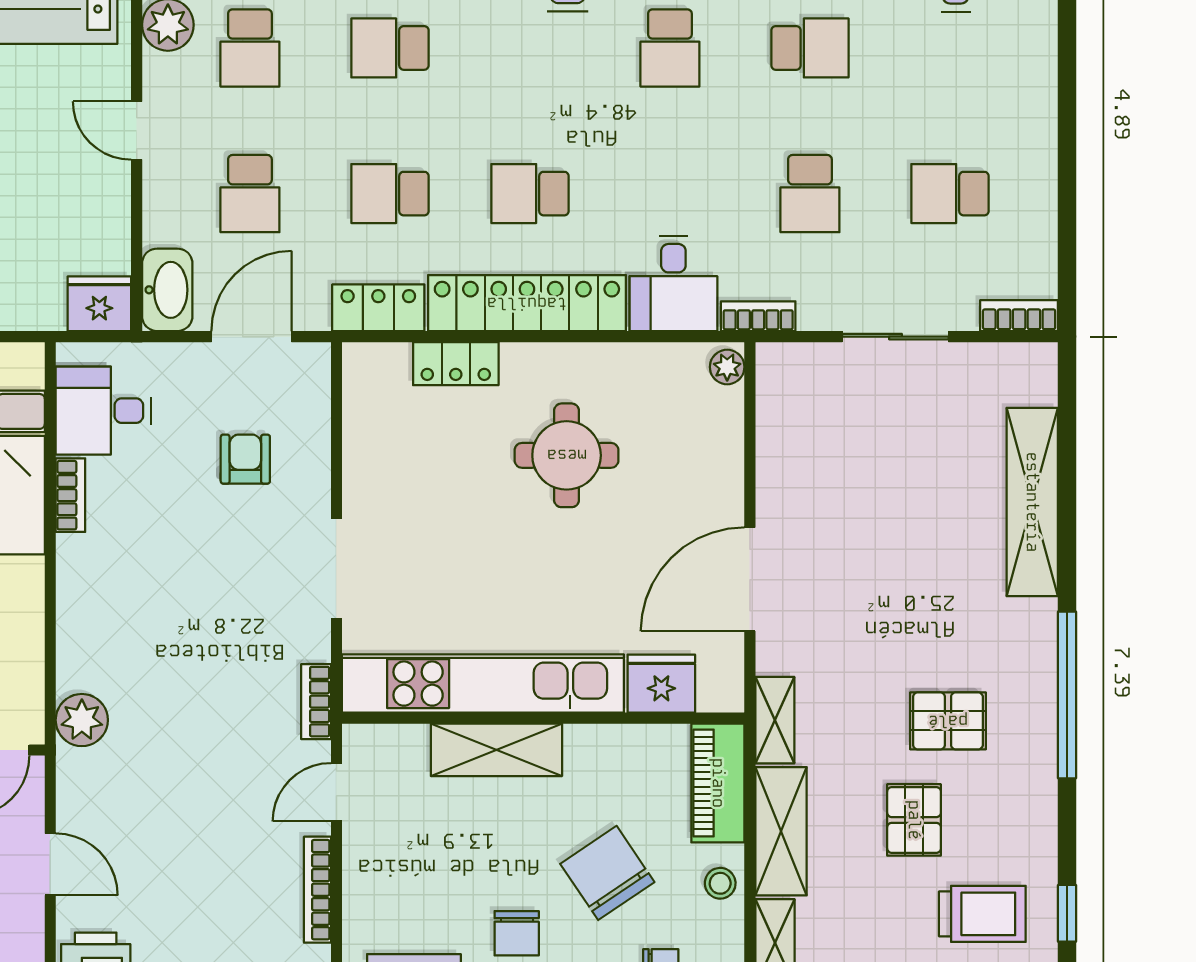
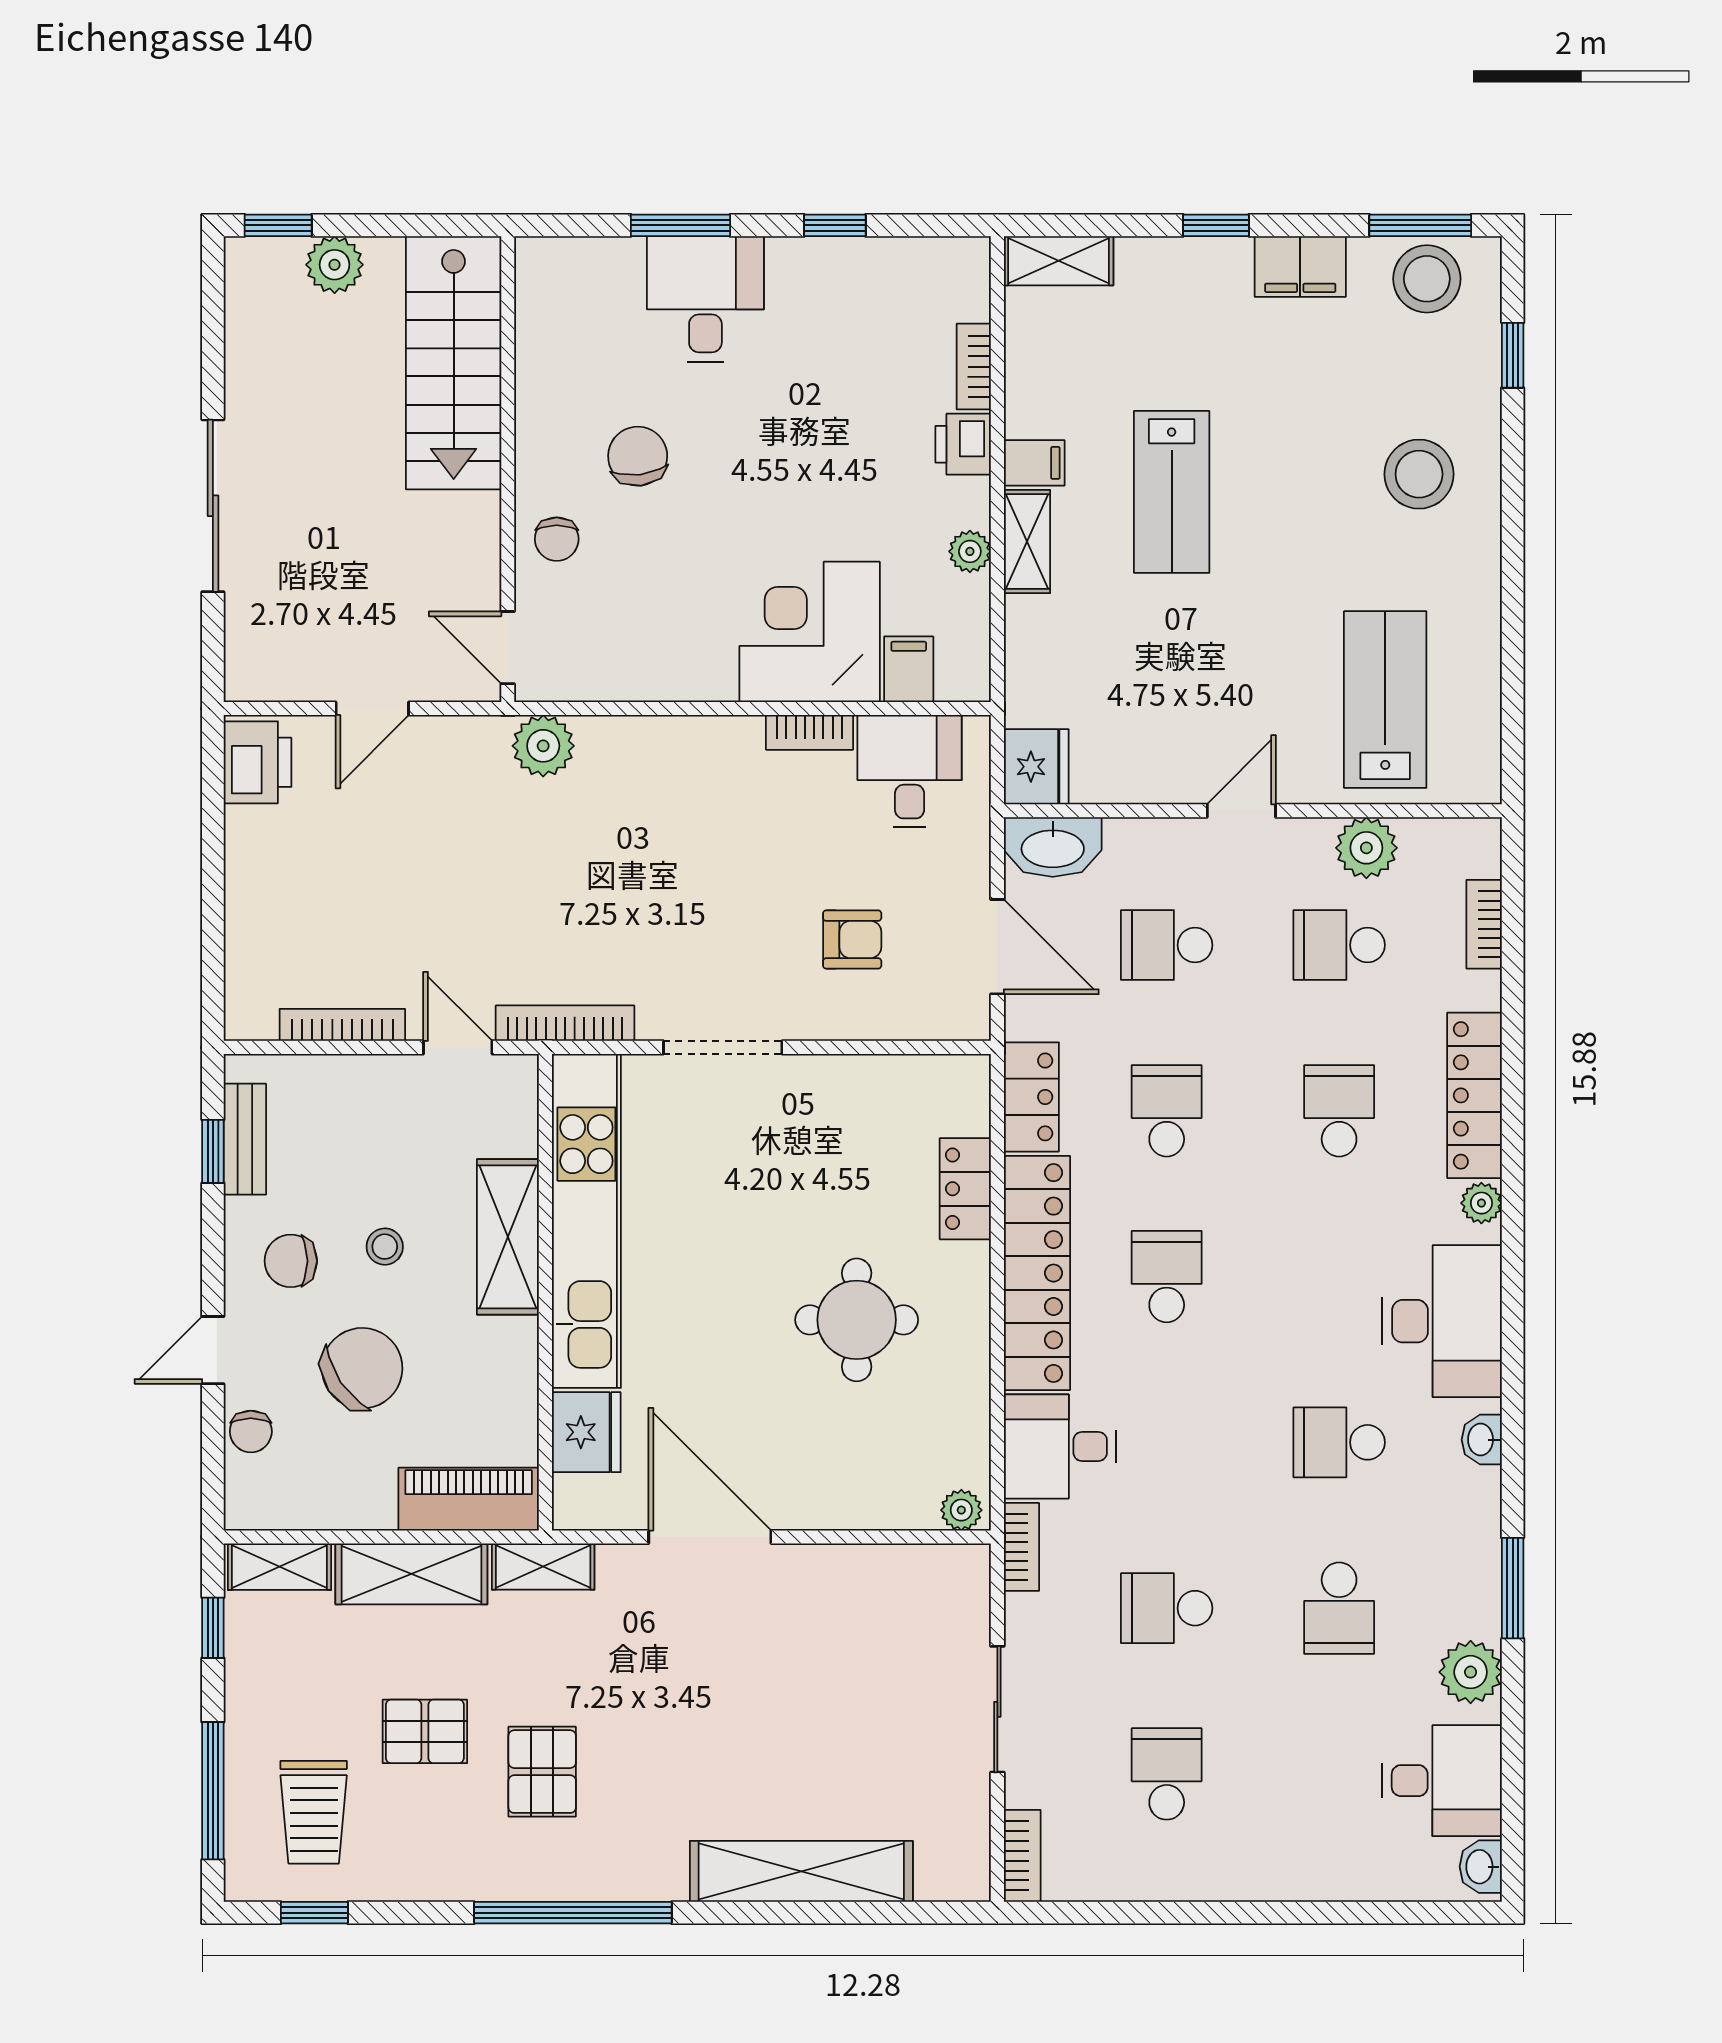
bookcase: (316, 702) -> (565, 1023), width x1.56
stool: (720, 883) -> (385, 1247), moved

